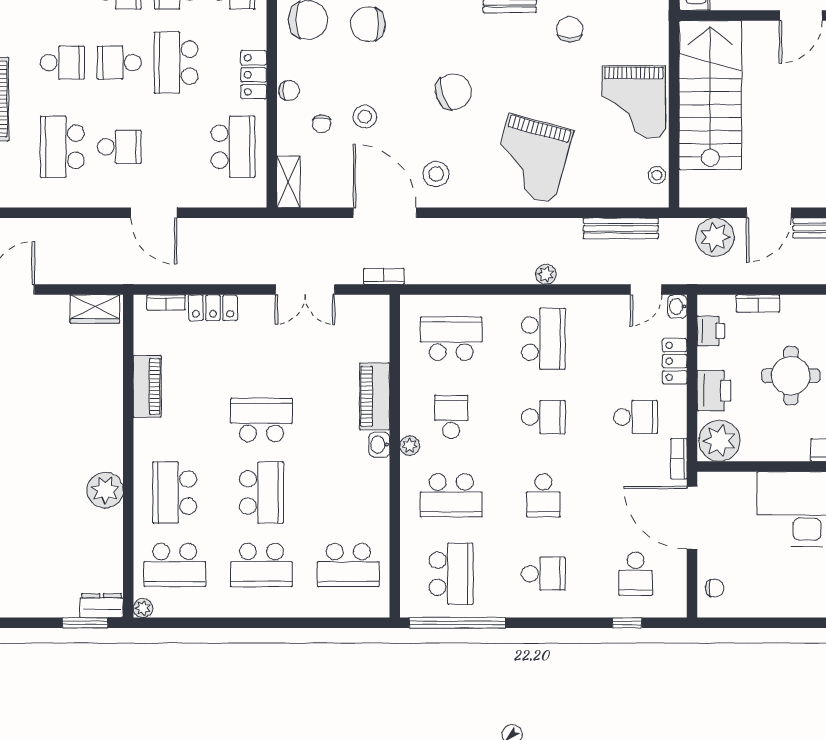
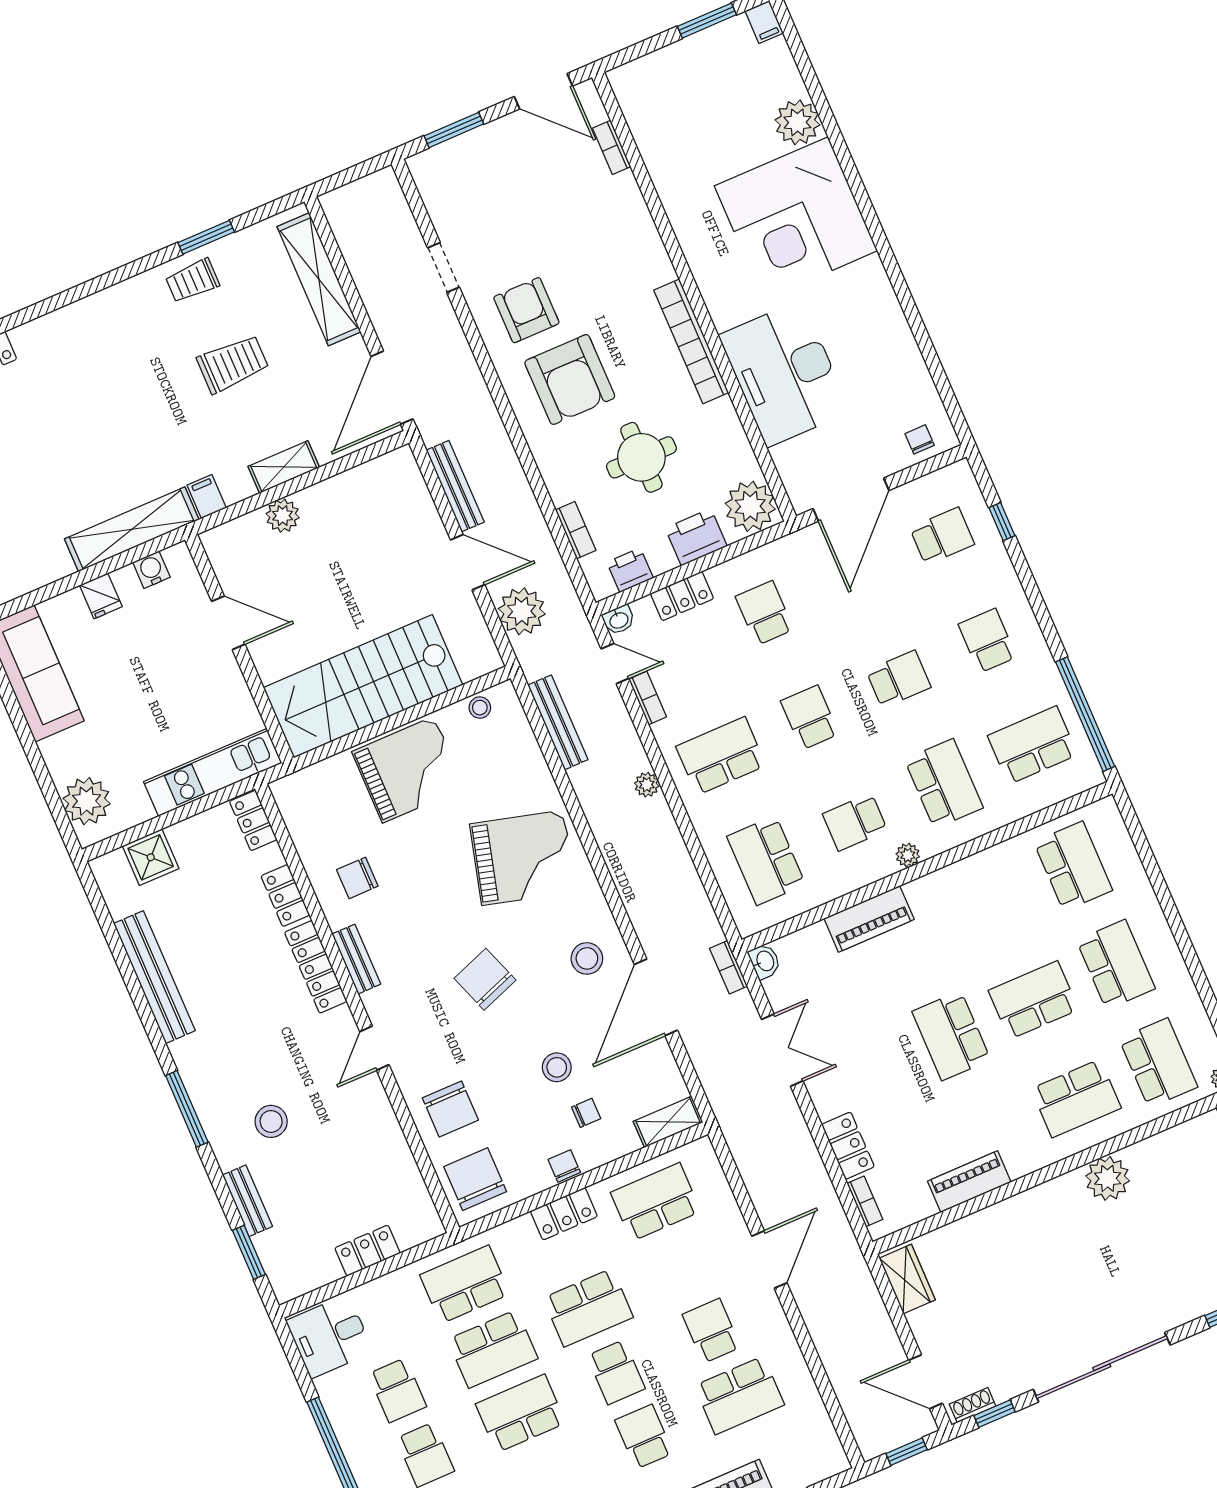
washbasin: (379, 445) -> (765, 961), moved, turned -90
bookcase: (679, 459) -> (648, 698), moved, turned -90

